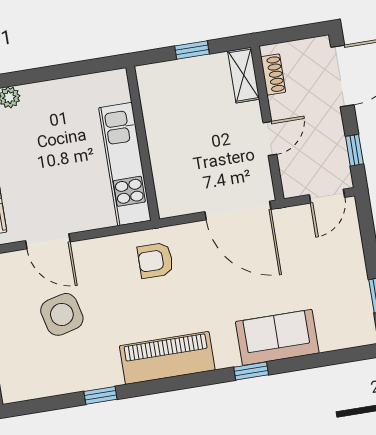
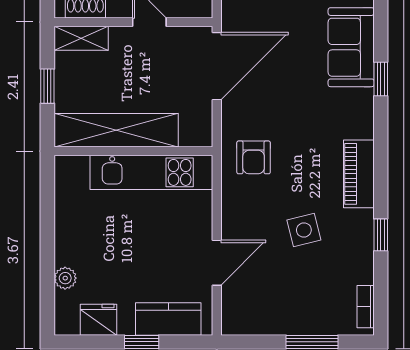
shelving: (160, 123) -> (116, 130), added
side table: (62, 314) -> (304, 230), moved, width x0.73, depth x0.73
piano: (167, 358) -> (359, 174), width x0.73, depth x0.75
bookcase: (29, 392) -> (366, 307), added

